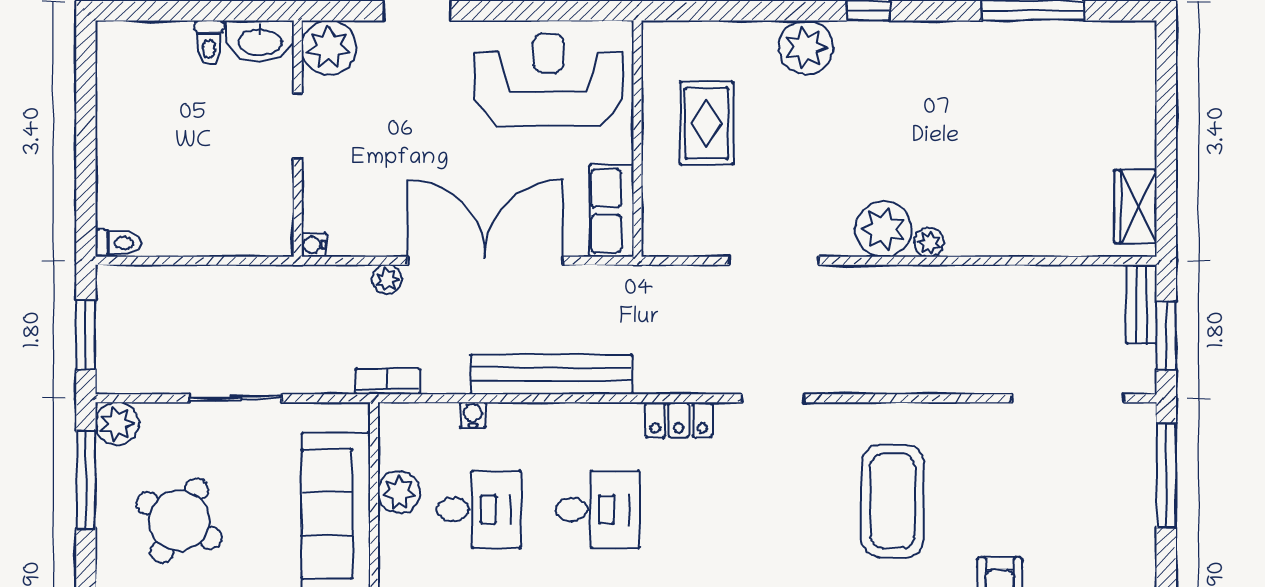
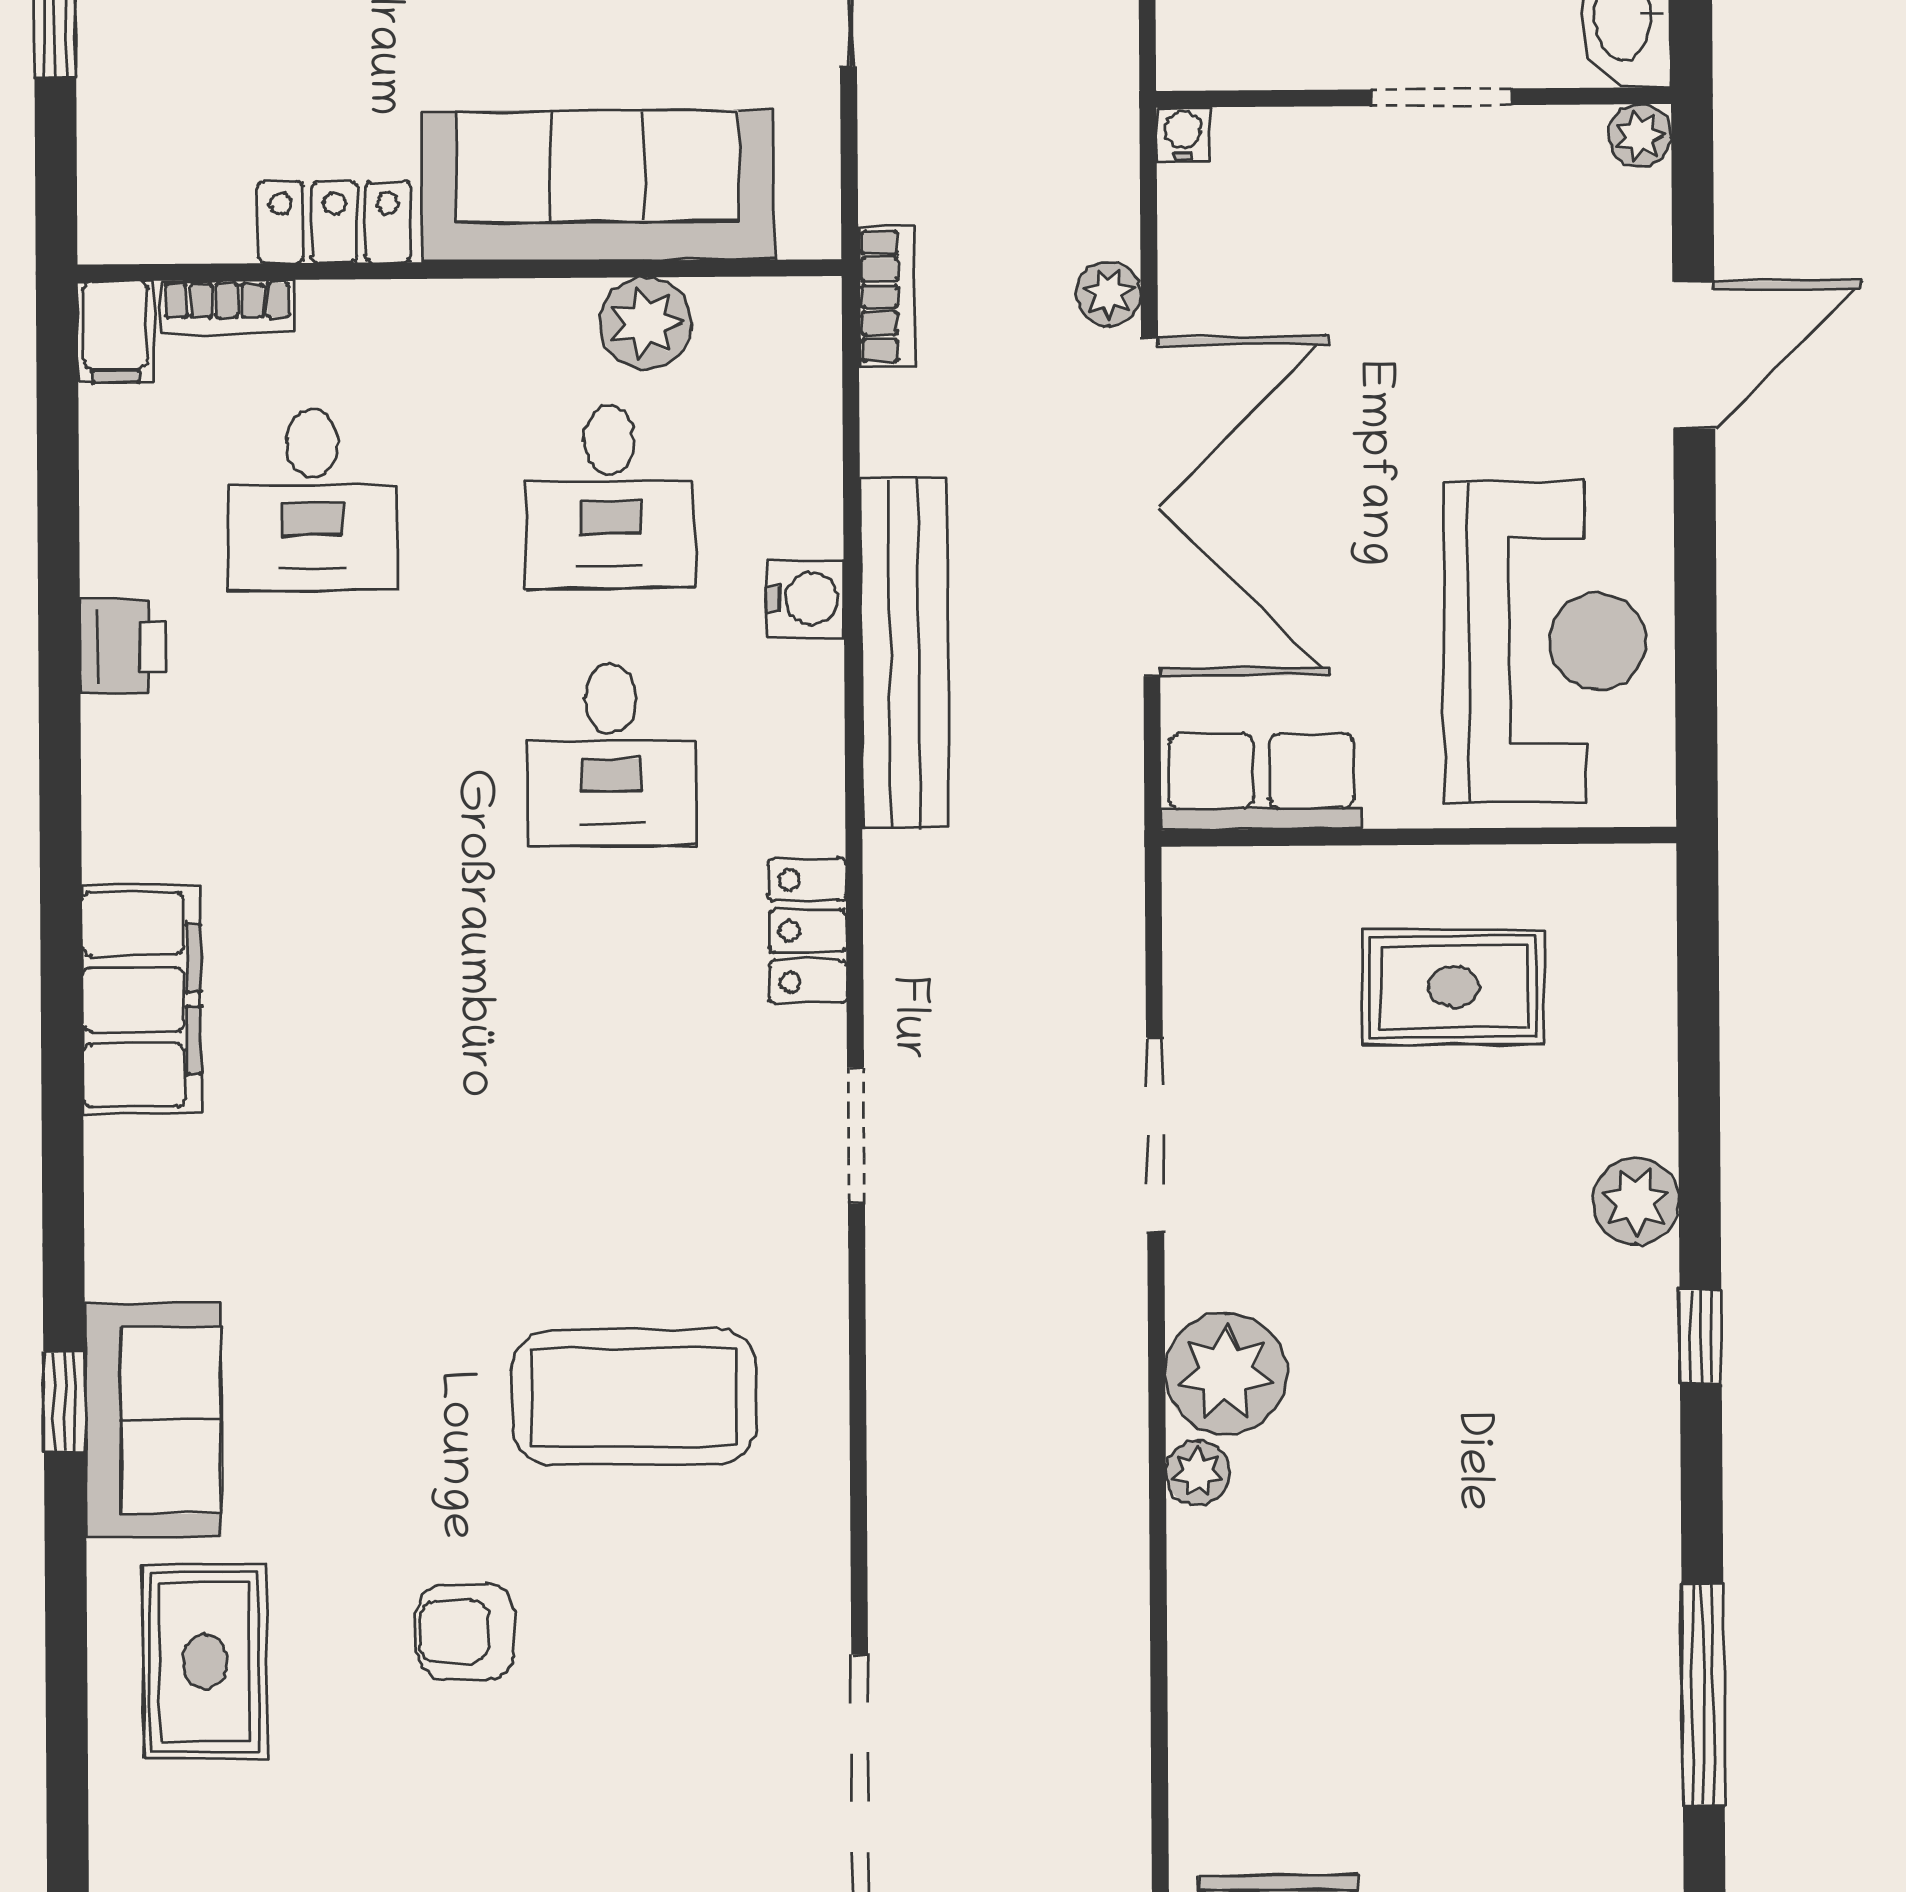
plant: (806, 47) -> (1636, 1201), width x0.73, depth x0.73
plant: (329, 48) -> (1640, 136), width x0.53, depth x0.53
water cooler: (473, 415) -> (805, 598), moved, width x1.38, depth x1.38

